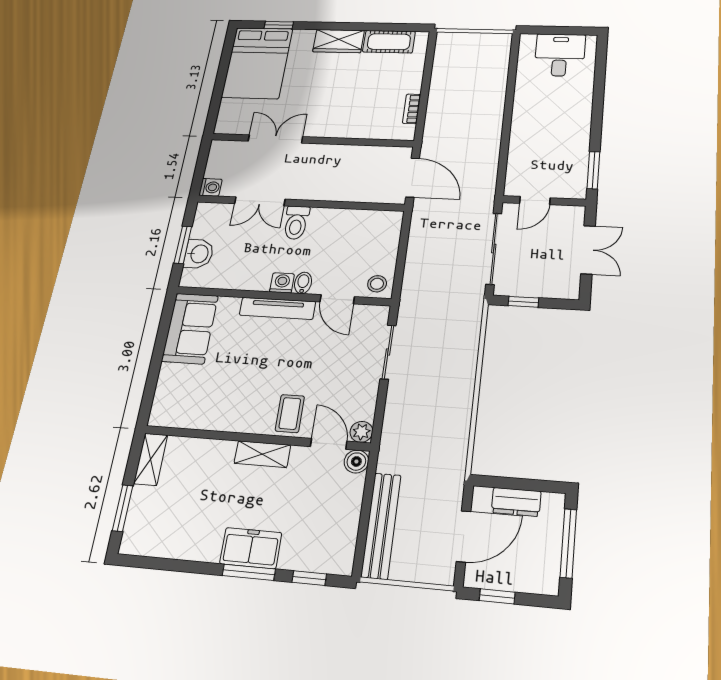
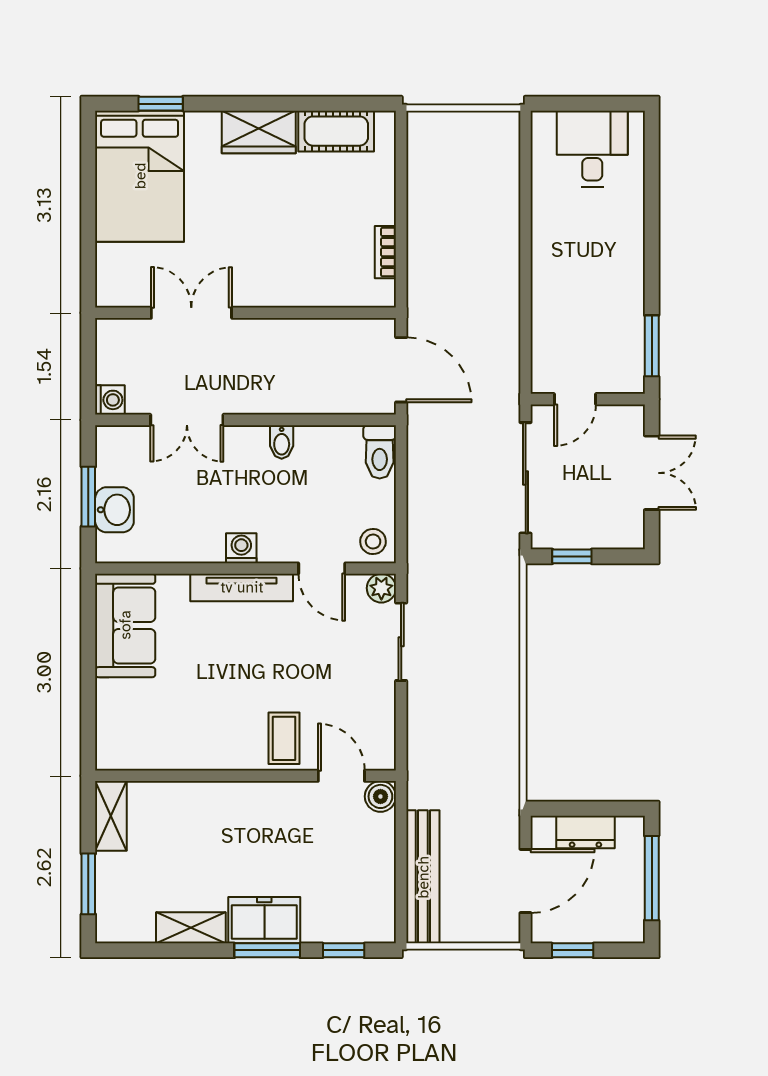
toilet: (296, 223) -> (380, 452), moved
bidet: (303, 283) -> (282, 442), moved, turned 180
plant: (361, 432) -> (381, 588), moved
shelving: (262, 454) -> (191, 928), moved

